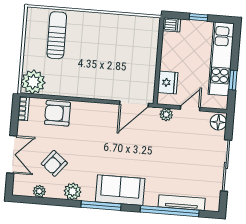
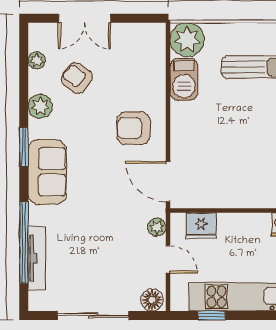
barbecue: (62, 86) -> (184, 79), added
bookcase: (24, 109) -> (149, 29), removed
armchair: (57, 113) -> (134, 128), moved, turned -90
window: (101, 206) -> (24, 147), width x0.69

